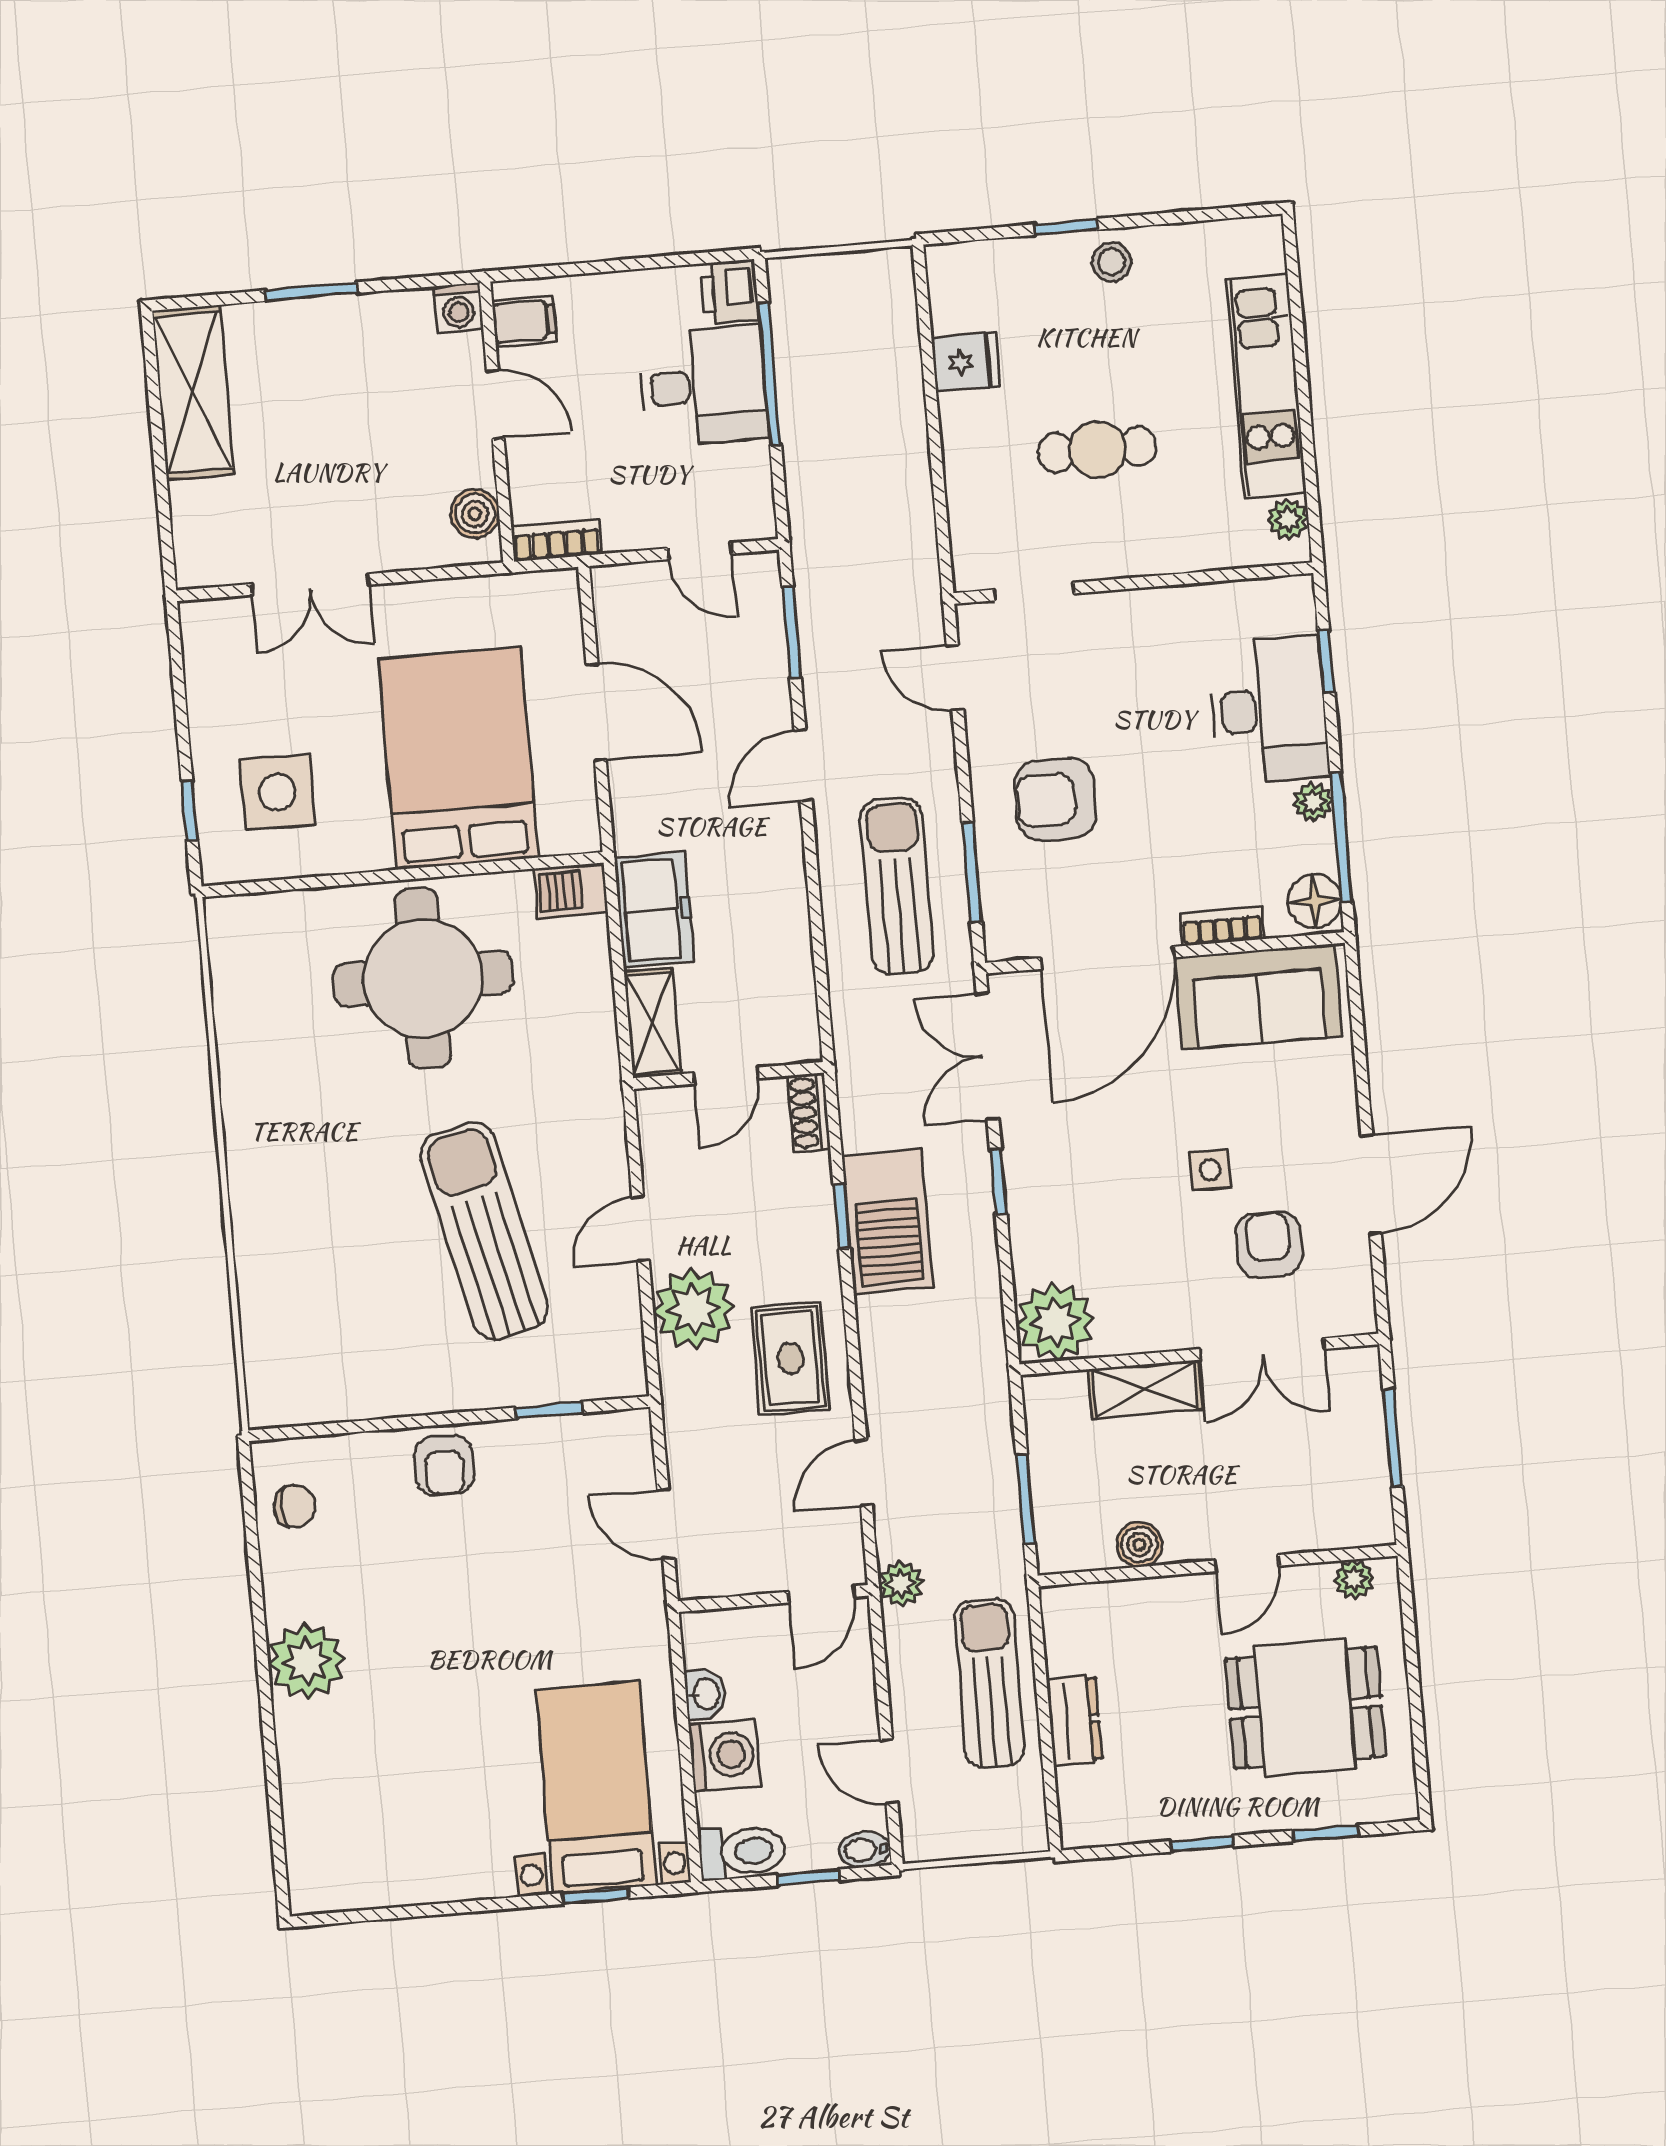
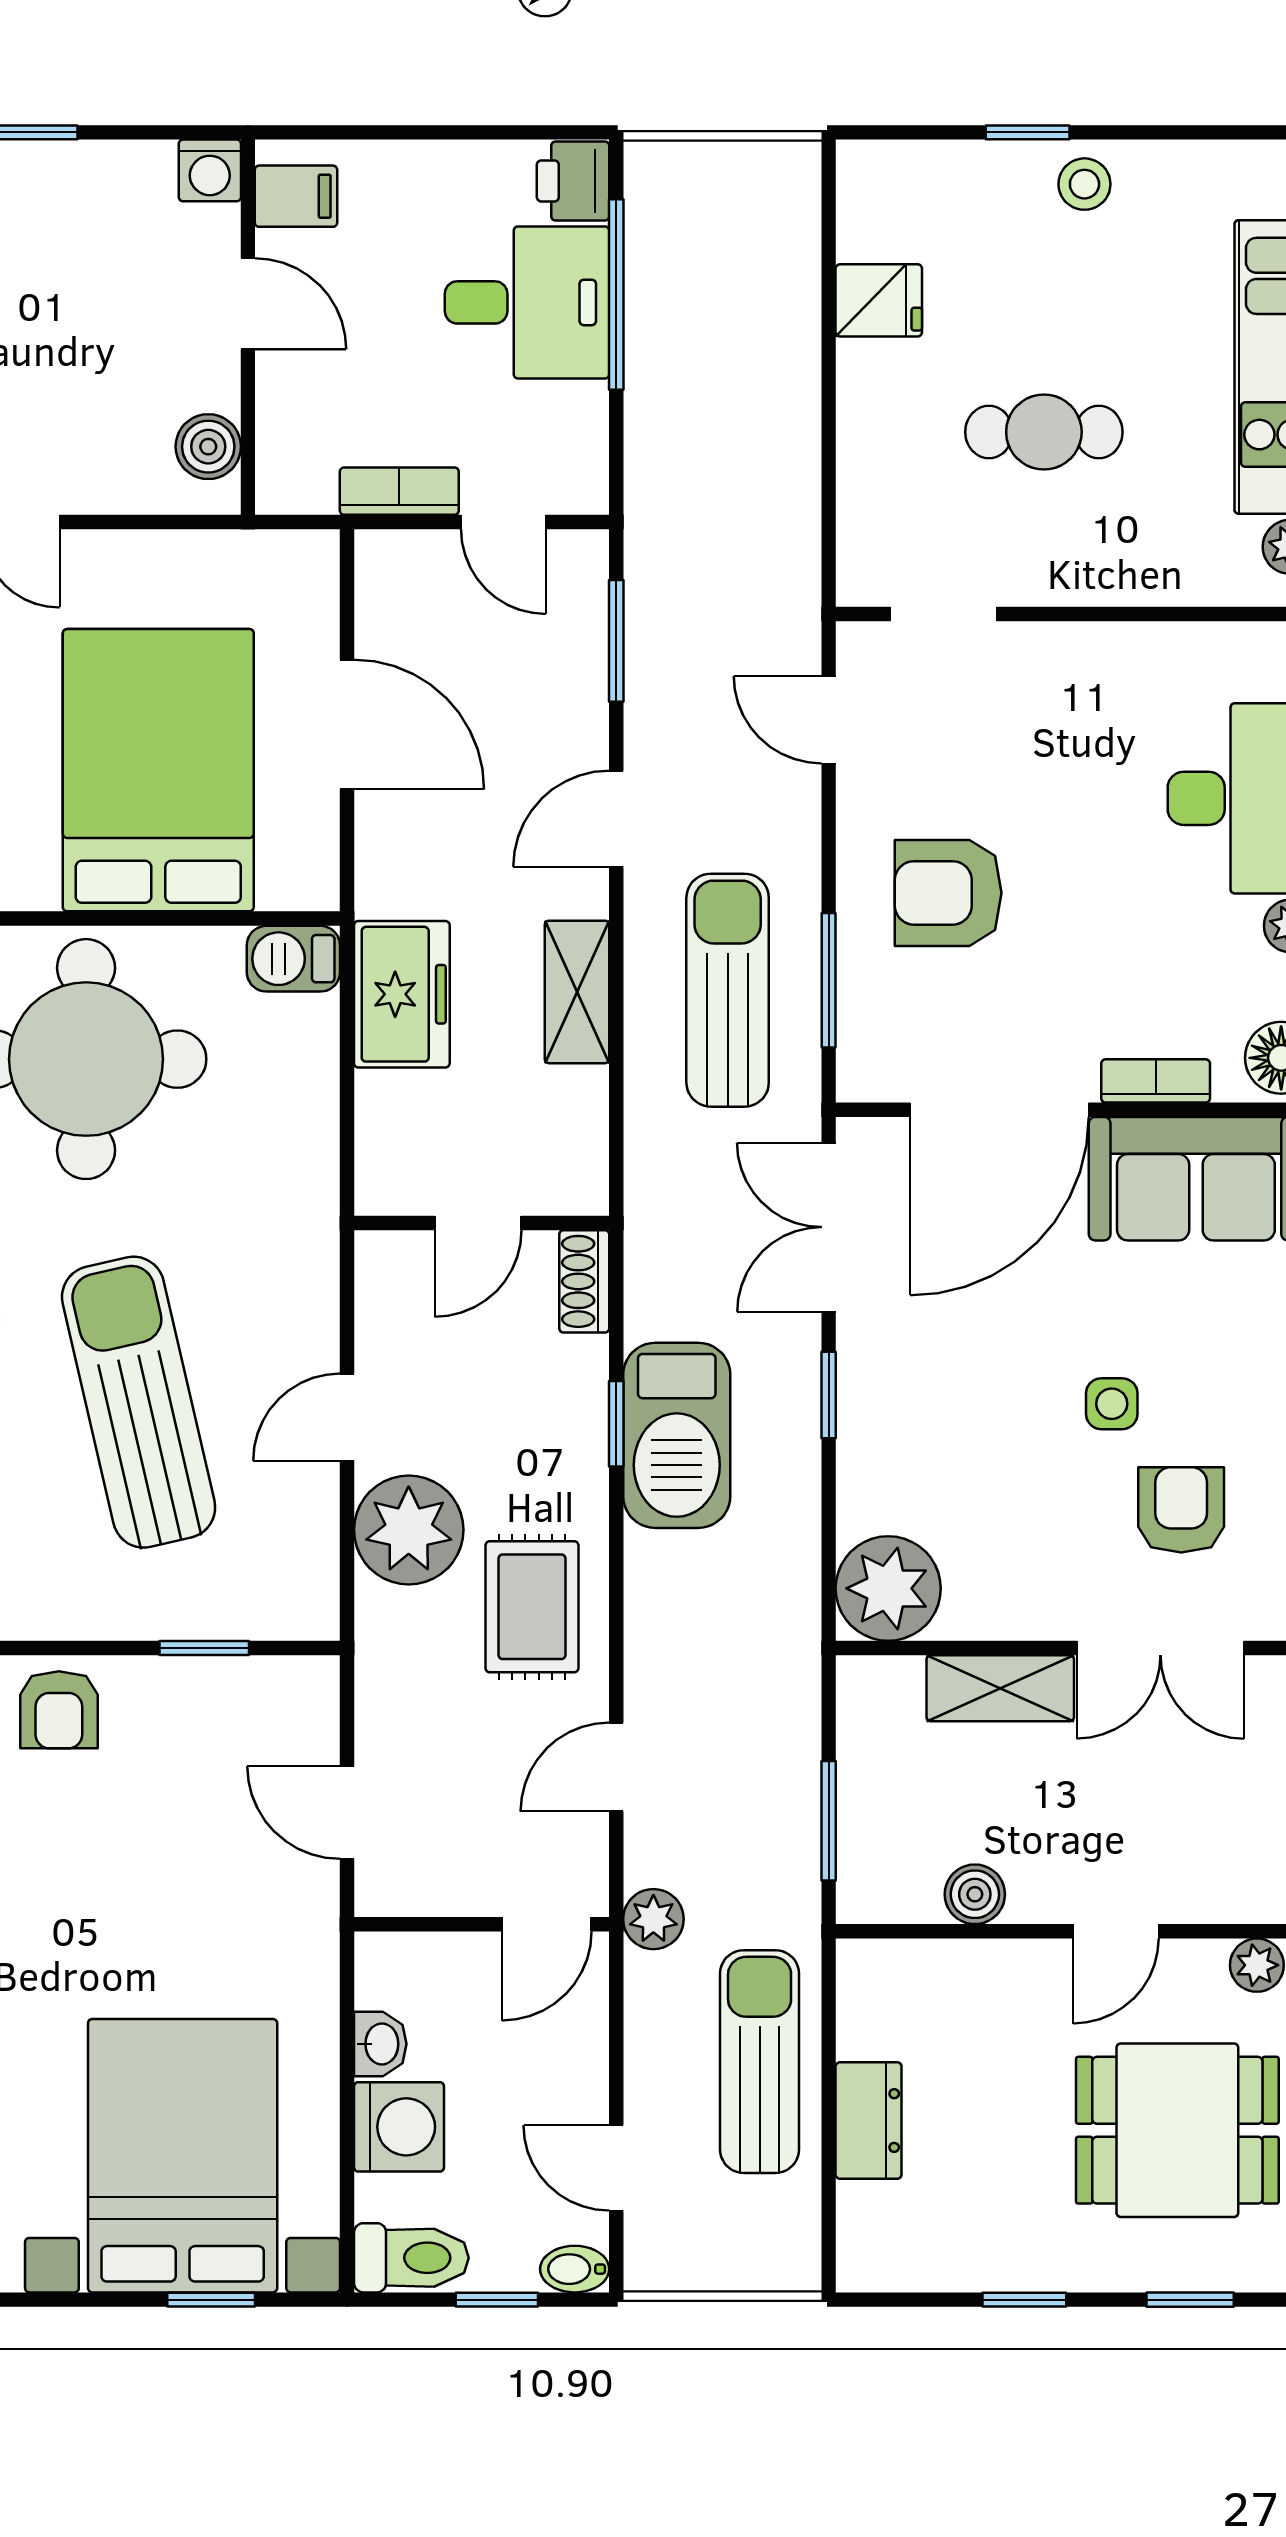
bookcase: (557, 540) -> (399, 491), moved
shelving: (652, 1023) -> (577, 992), moved
bed with nightstands: (596, 1788) -> (183, 2156), width x1.36

